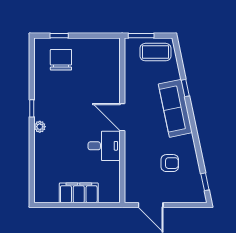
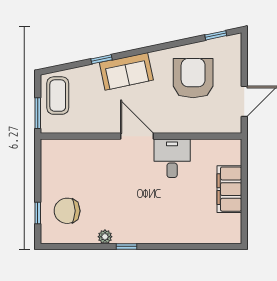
sofa: (175, 108) -> (126, 71), width x0.73
door: (122, 117) -> (137, 136), swing flipped
plant: (40, 127) -> (105, 237), moved
armchair: (170, 163) -> (193, 78), width x1.88, depth x1.88

